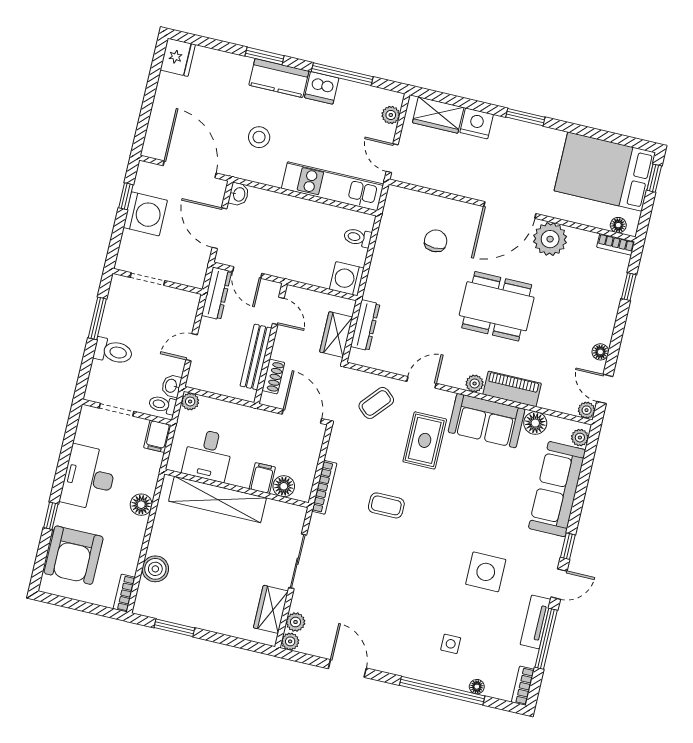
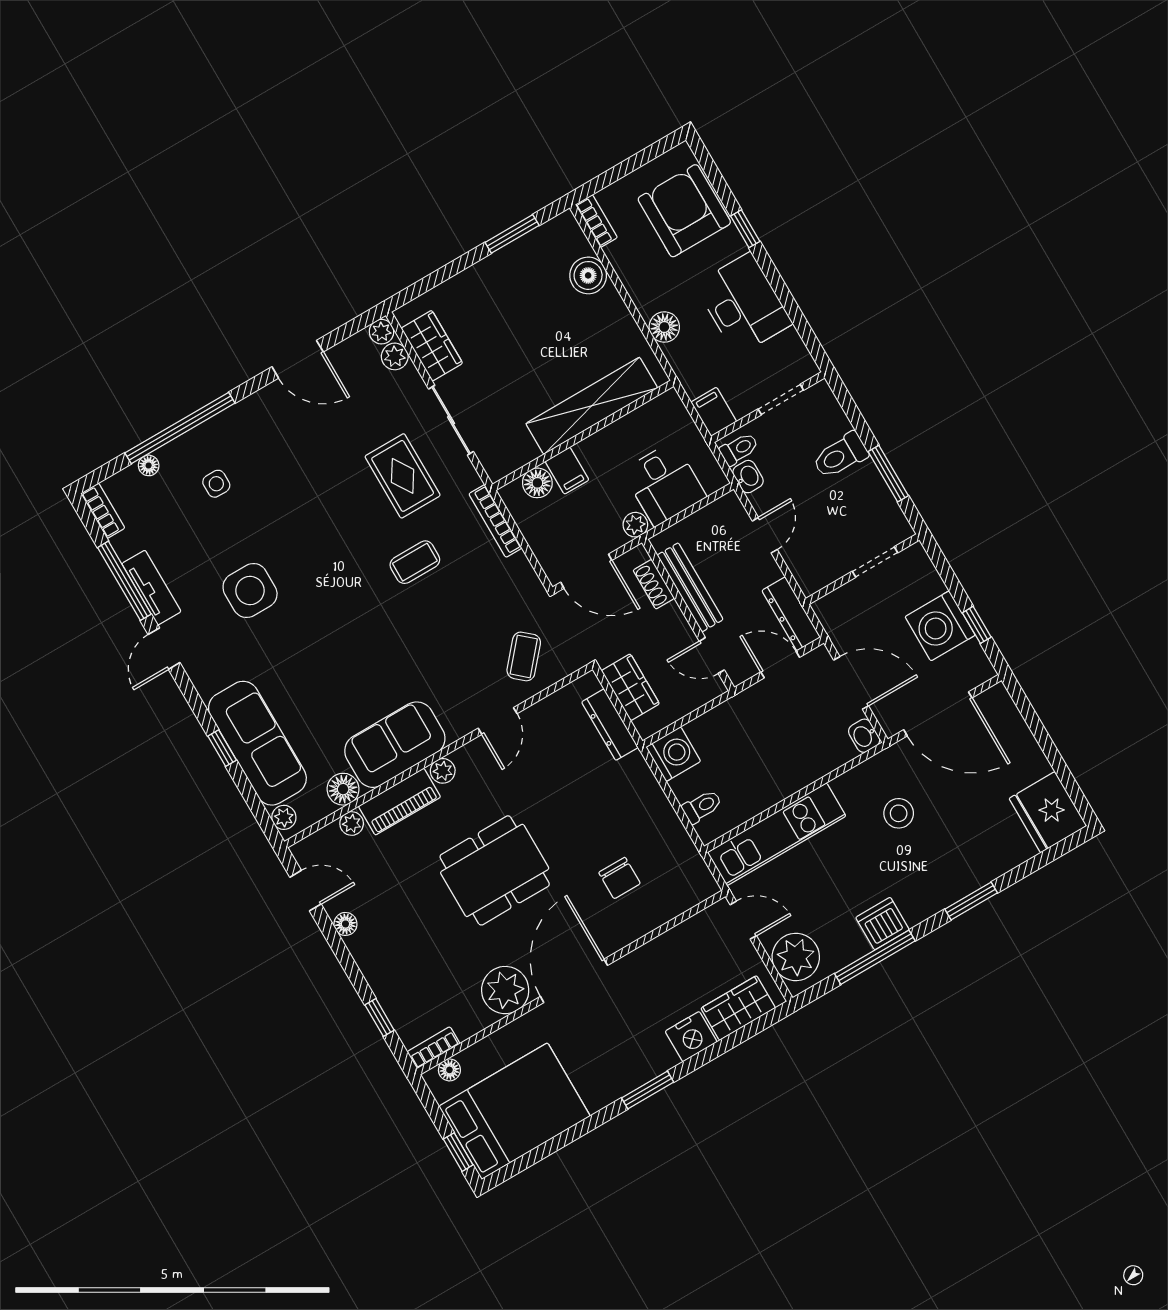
fridge: (178, 57) -> (1048, 812), width x1.36, depth x1.34
kitchen counter: (279, 78) -> (935, 892), removed
plant: (391, 115) -> (796, 957), width x1.87, depth x1.87
plant: (190, 401) -> (635, 525), moved
plant: (587, 410) -> (352, 824), moved
rug: (425, 440) -> (403, 476), moved
desk: (208, 455) -> (664, 484), moved, turned 180
window: (568, 546) -> (222, 748), moved

